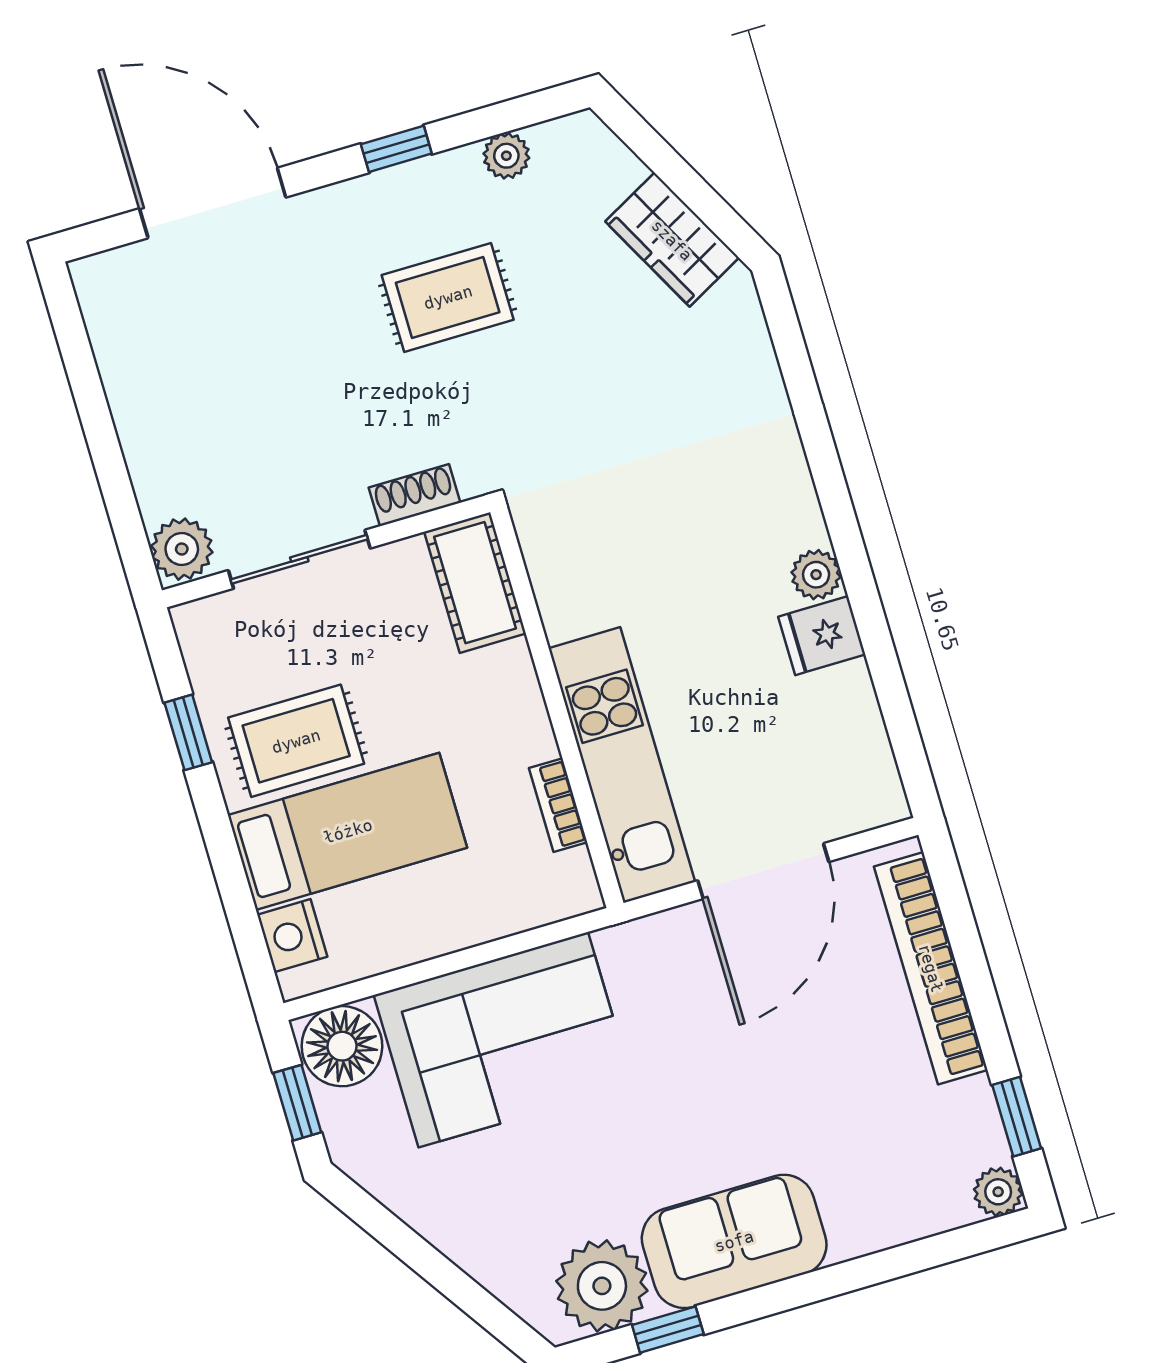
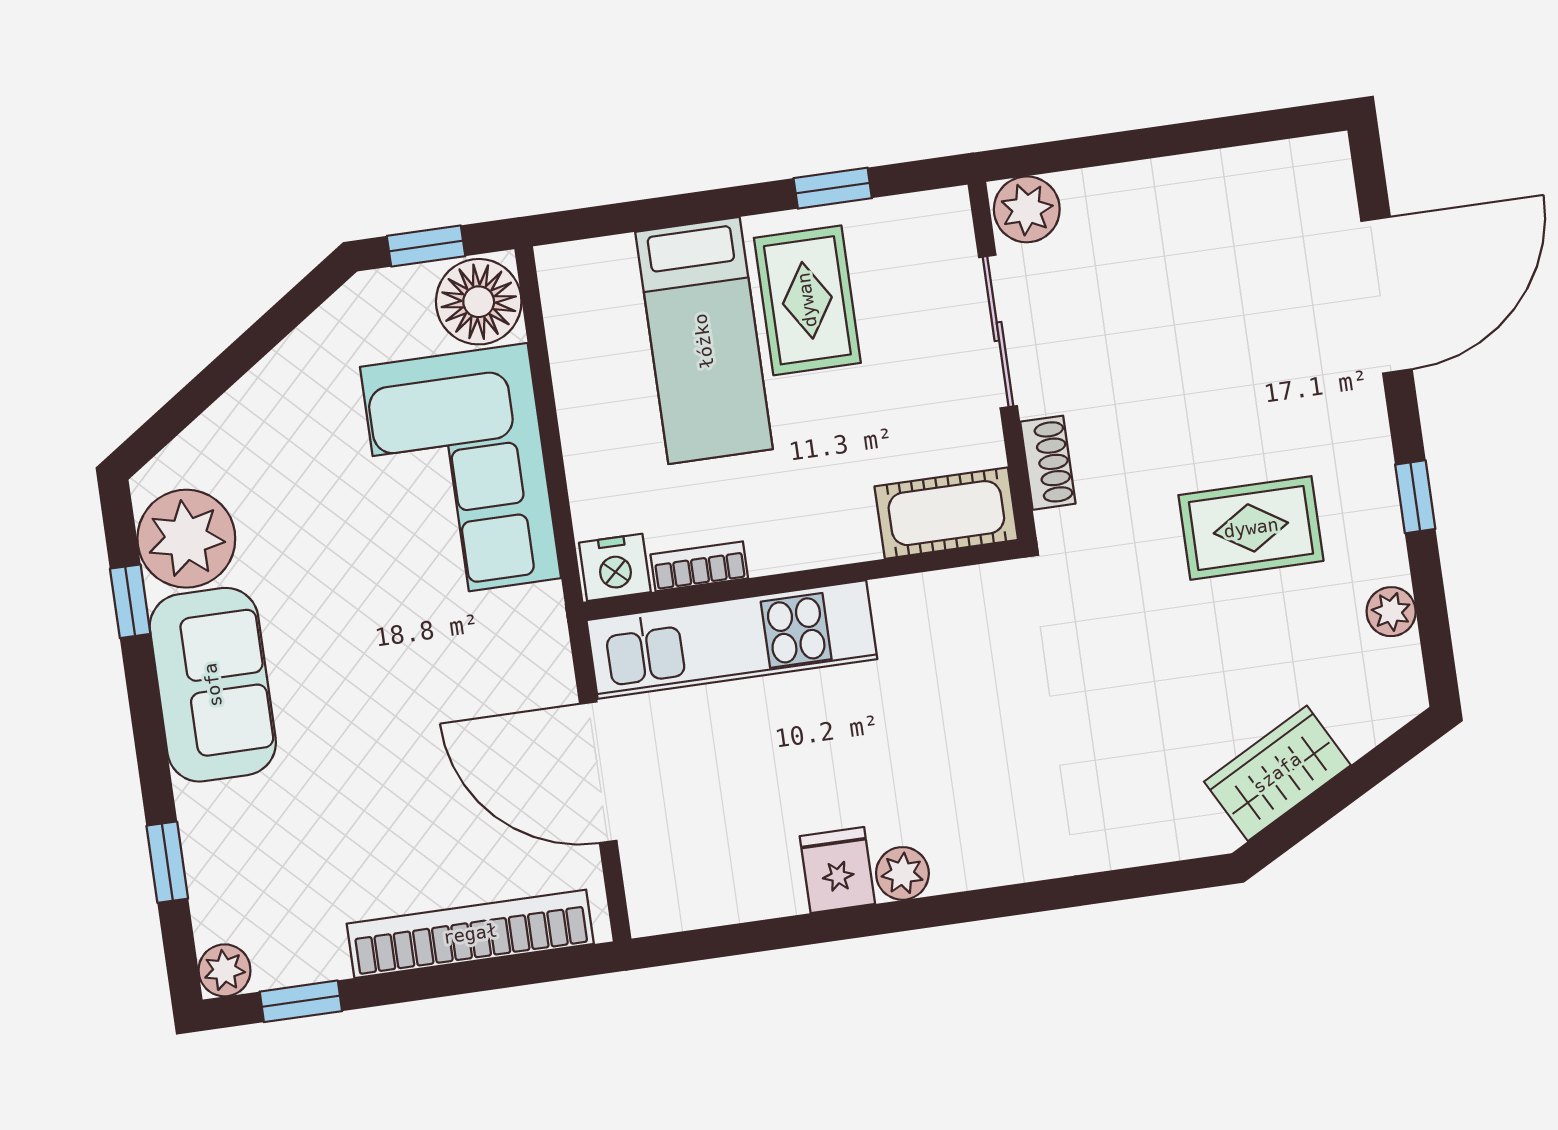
rug: (448, 297) -> (1251, 528), turned 90
nightstand: (292, 936) -> (615, 567), moved, turned 180
window: (905, 1260) -> (167, 862), added

